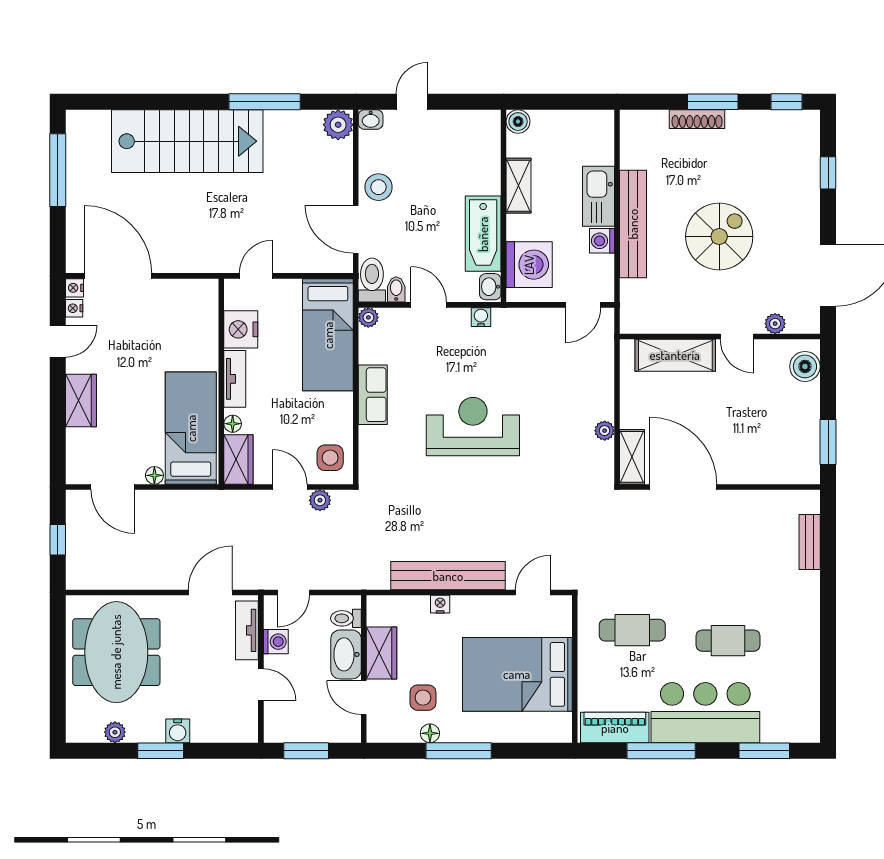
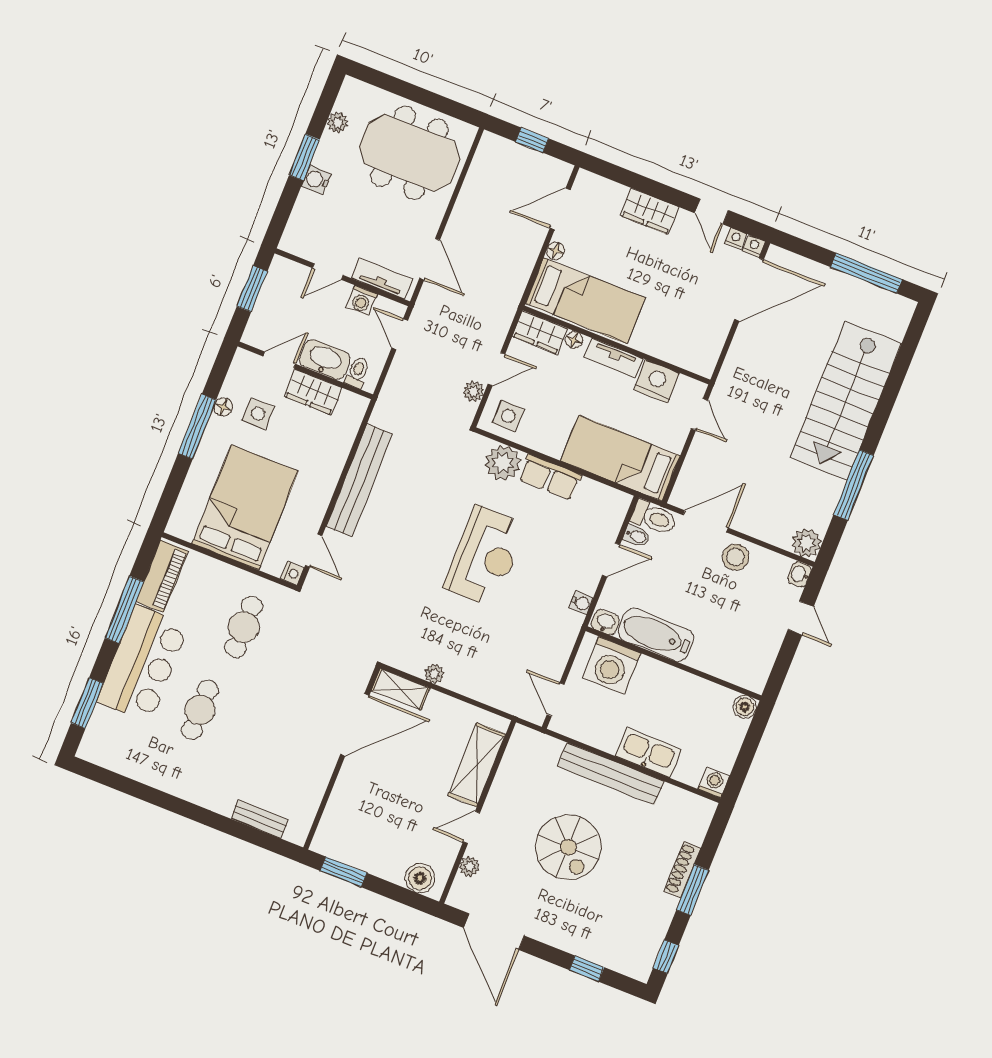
shelving: (519, 186) -> (686, 684), removed
washing machine: (602, 241) -> (714, 783), moved
plant: (368, 317) -> (503, 463), moved, width x1.87, depth x1.87
nightstand: (440, 604) -> (292, 573), moved

